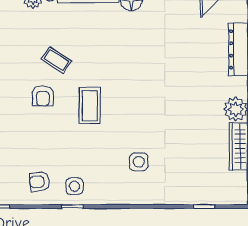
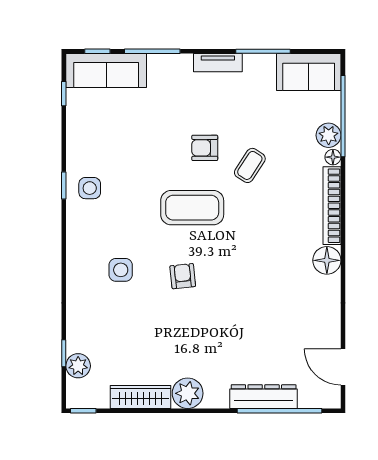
coffee table: (90, 106) -> (192, 208), width x1.36, depth x1.32
armchair: (40, 182) -> (183, 276), moved
plant: (214, 195) -> (78, 366), added

